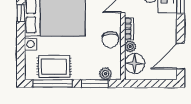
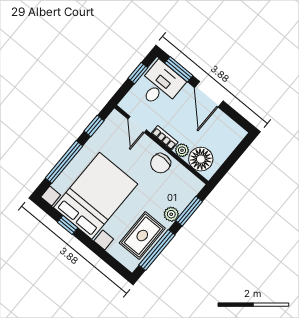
chair: (110, 40) -> (160, 163), turned 93
door: (181, 56) -> (209, 94), moved
plant: (105, 74) -> (171, 214), moved

